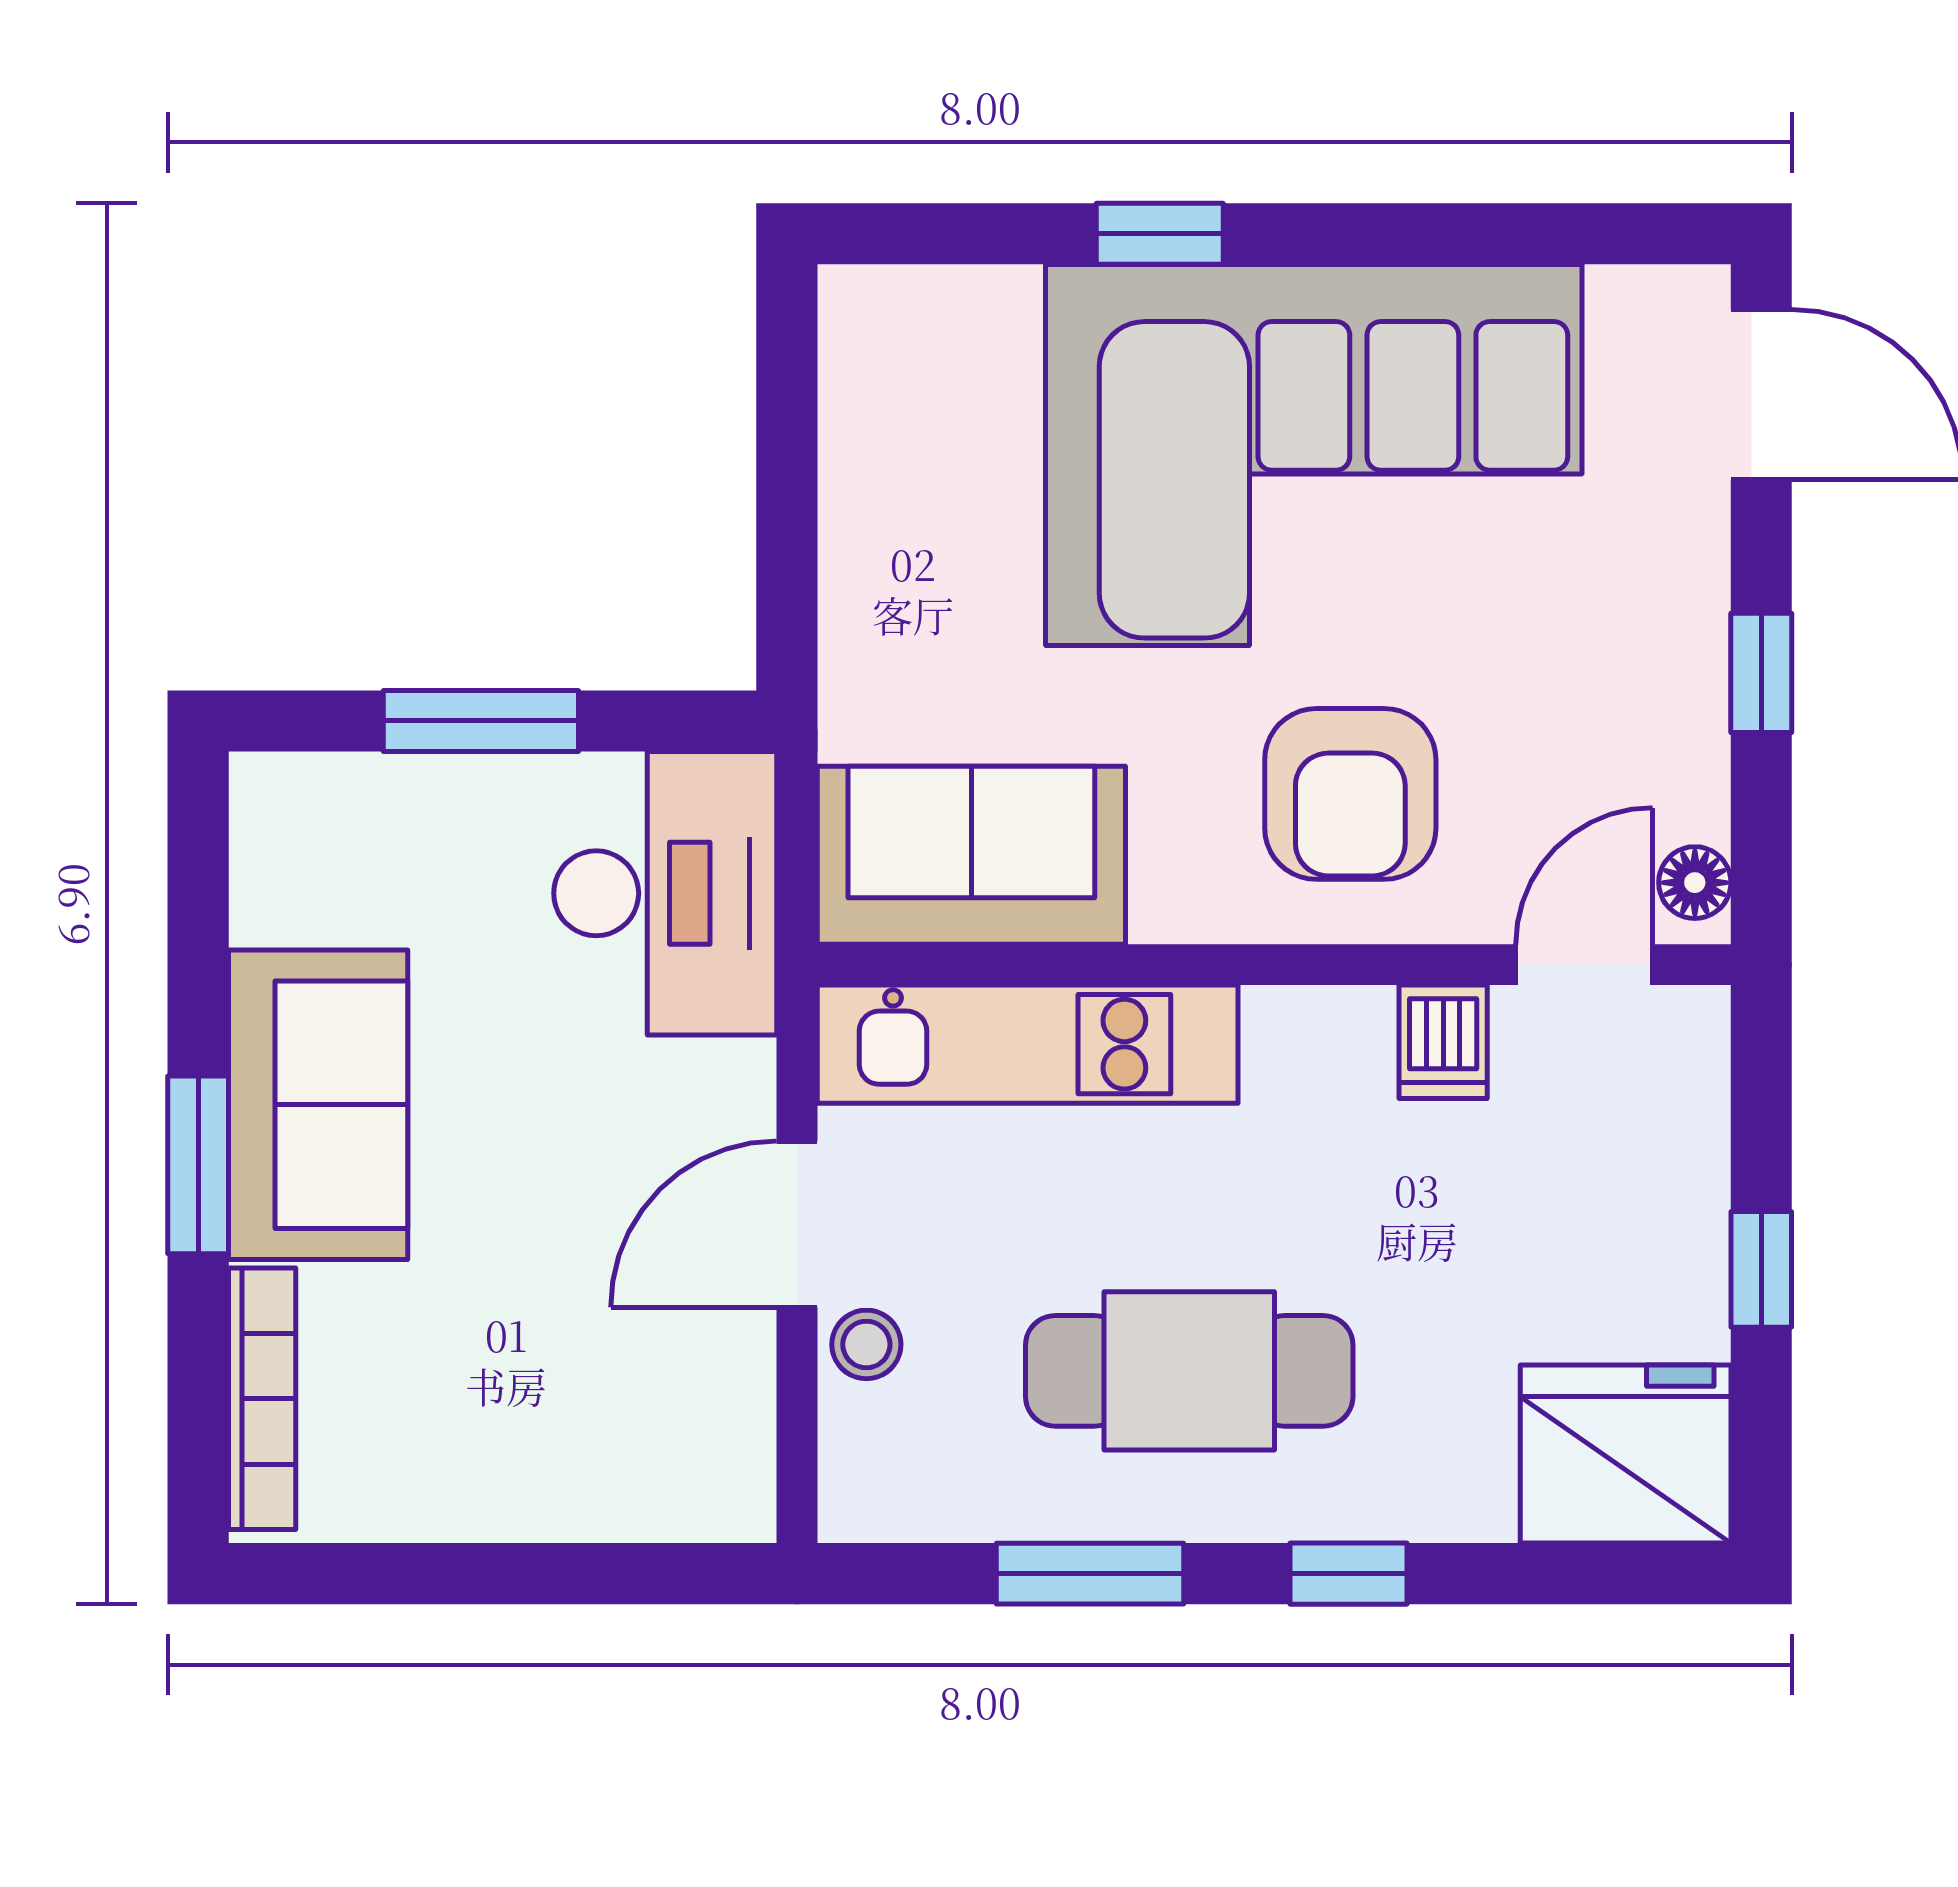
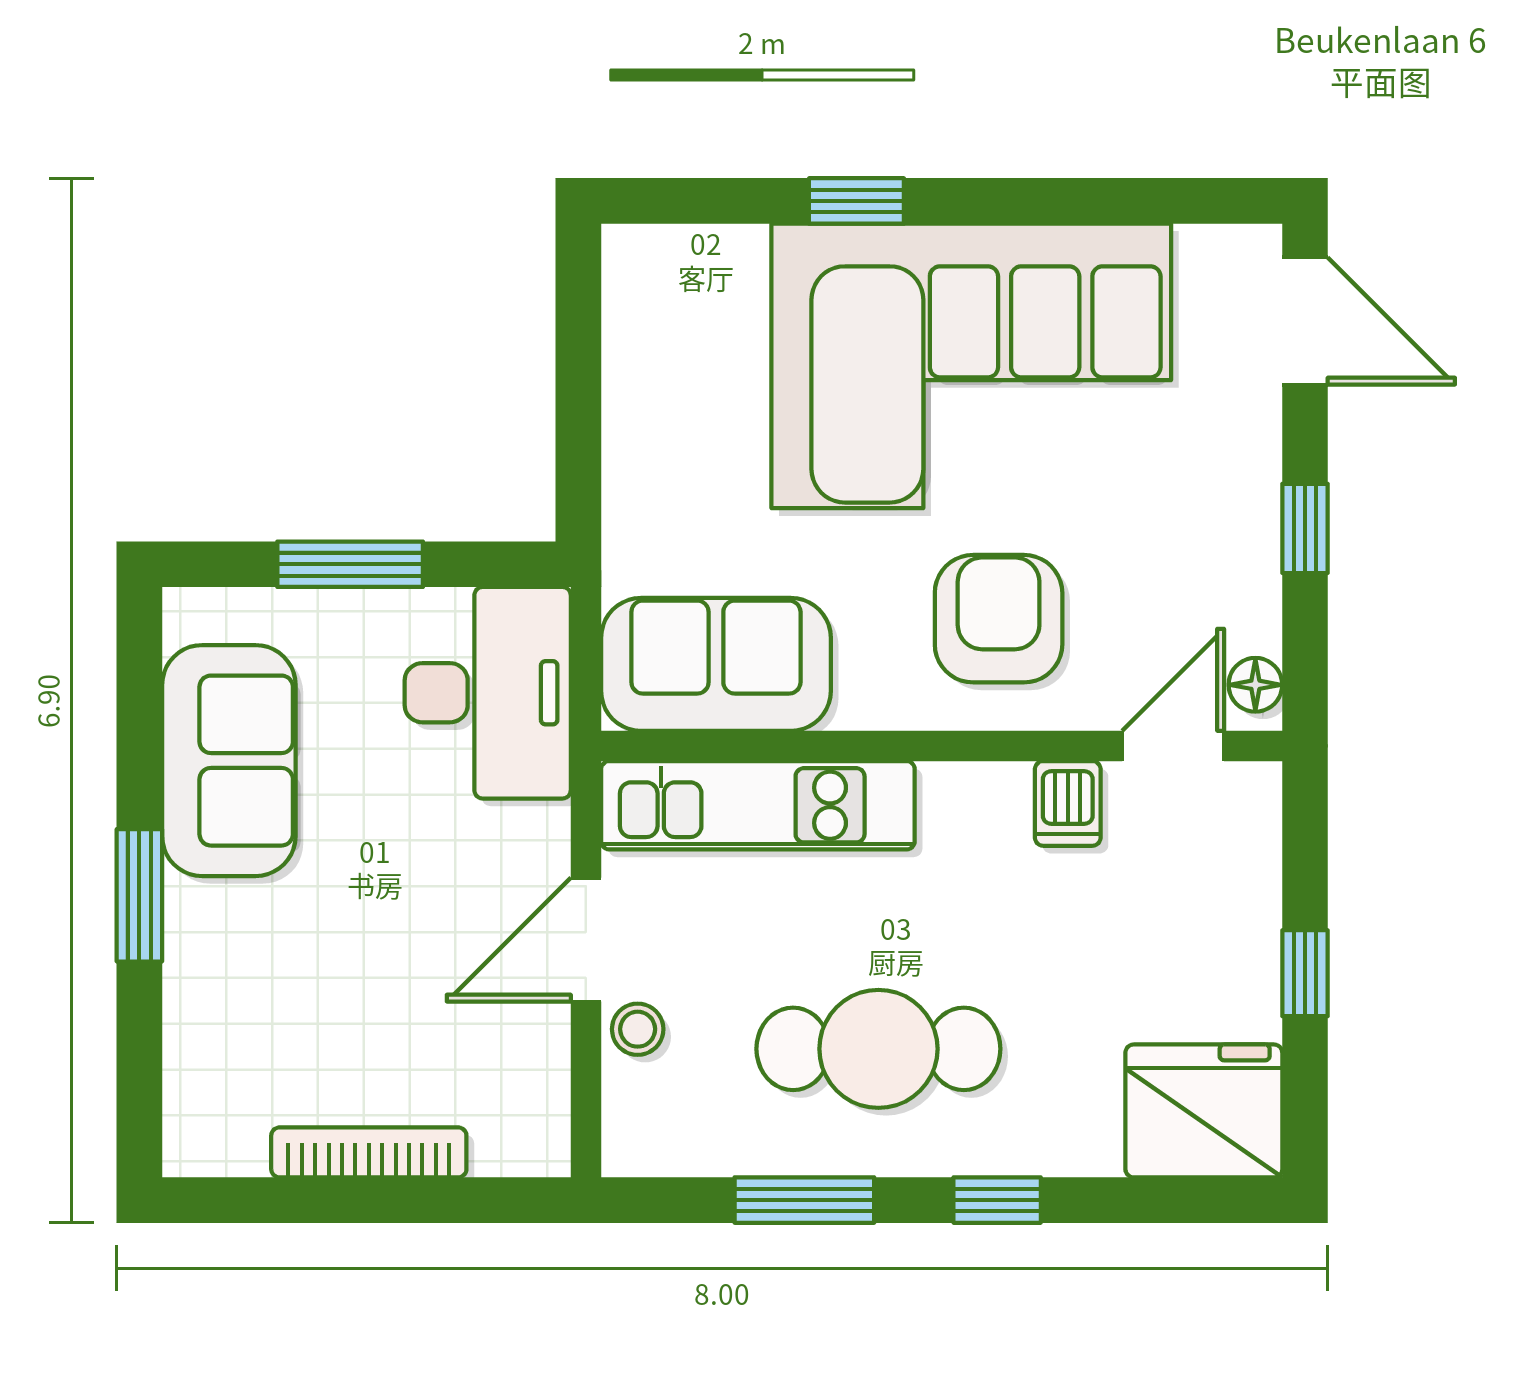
armchair: (1350, 794) -> (999, 619), turned 180
sofa: (318, 1105) -> (229, 761), moved
bookcase: (262, 1399) -> (369, 1152), moved, turned -90

